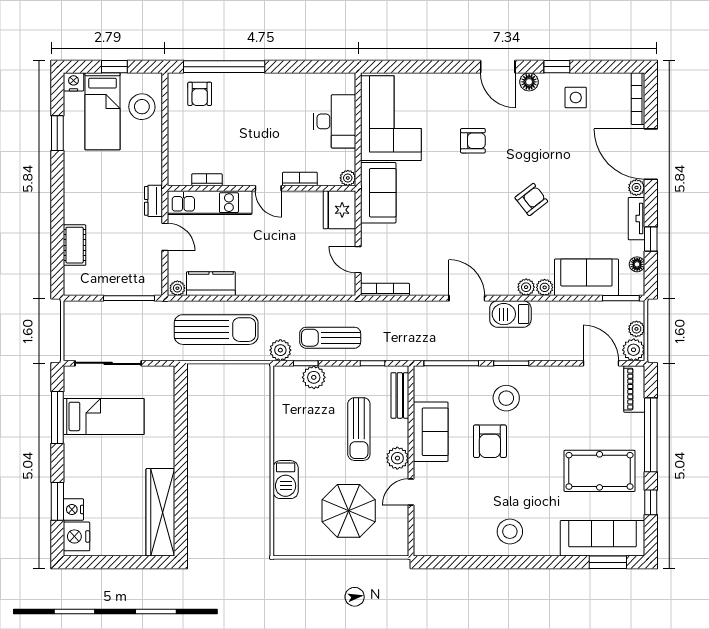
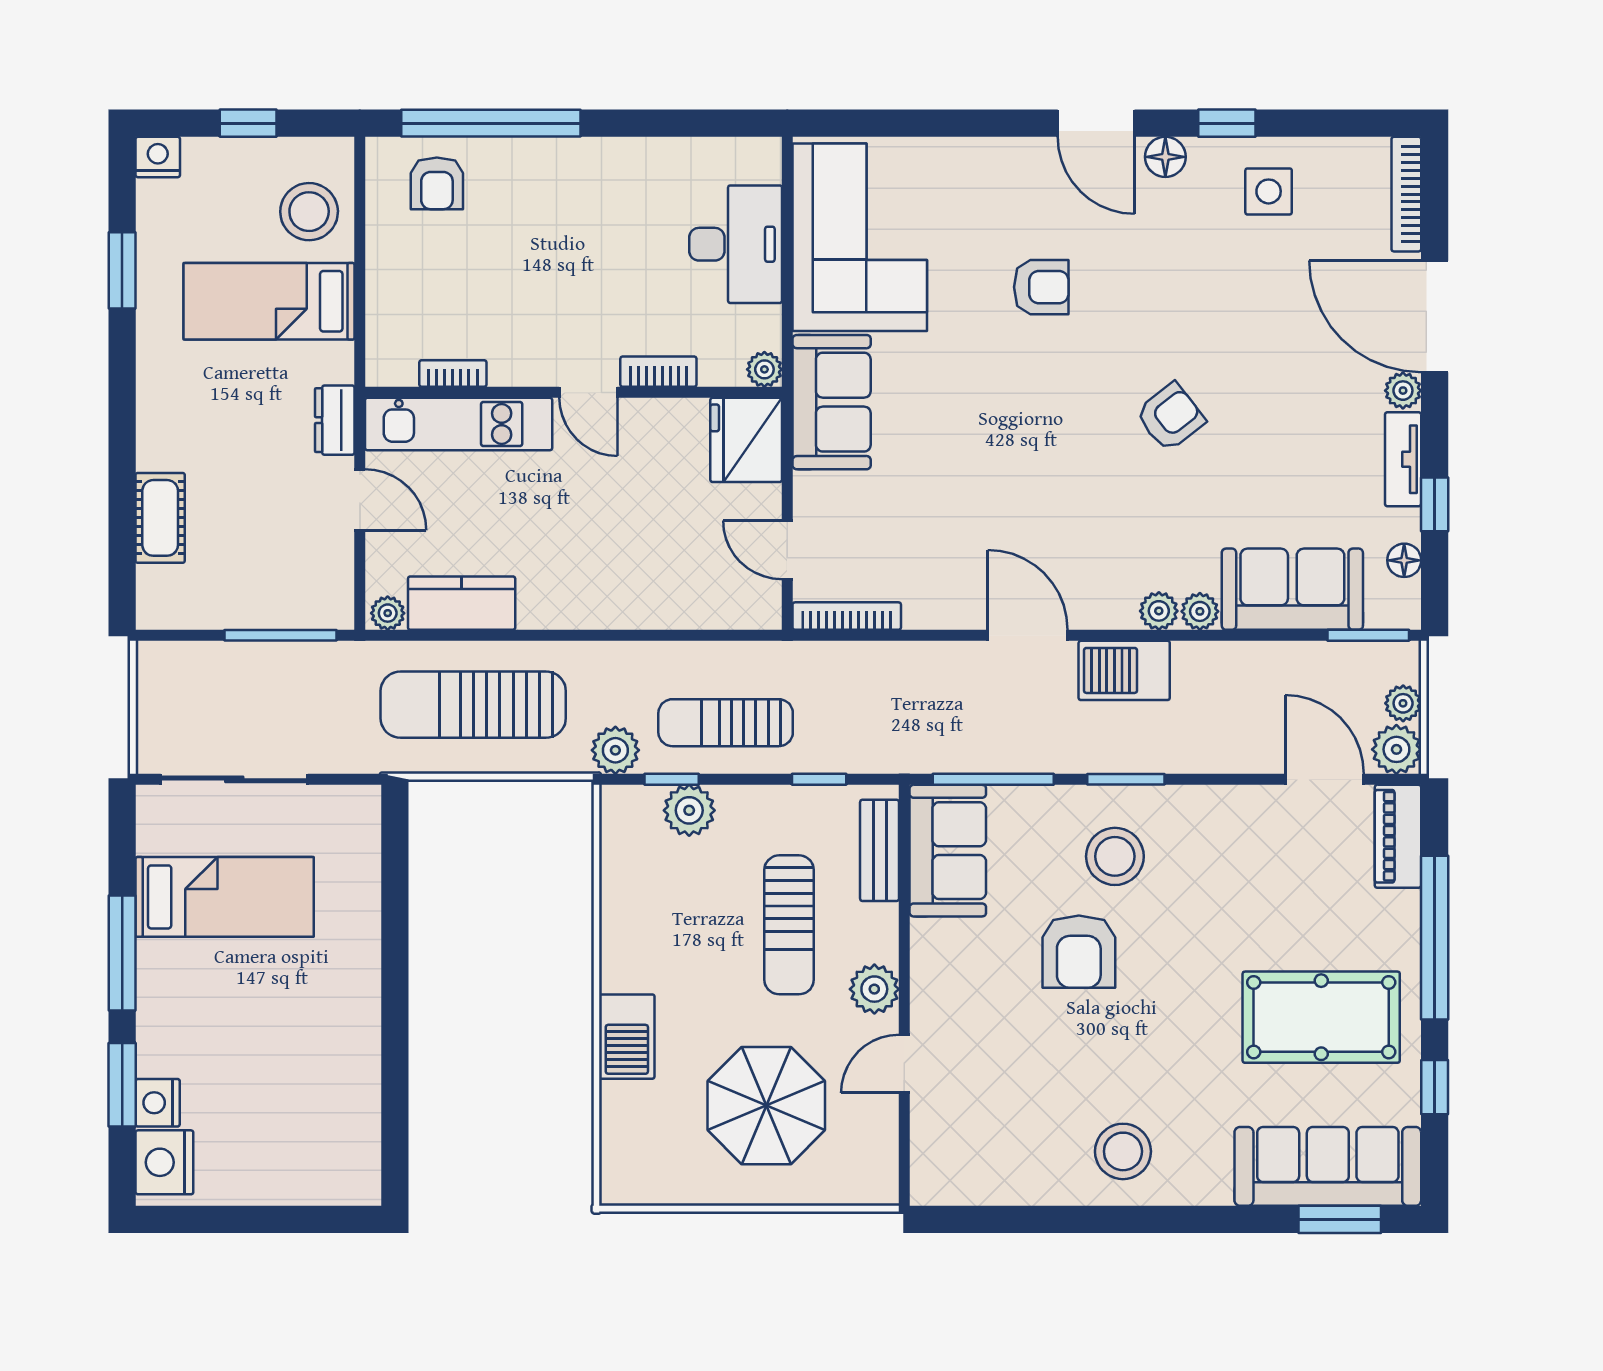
bed: (103, 111) -> (269, 301), moved, turned 90
sun lounger: (216, 330) -> (473, 705), turned 180
window: (57, 418) -> (122, 953), moved
sofa: (431, 432) -> (948, 851), moved
wardrobe: (160, 512) -> (350, 1109), removed

